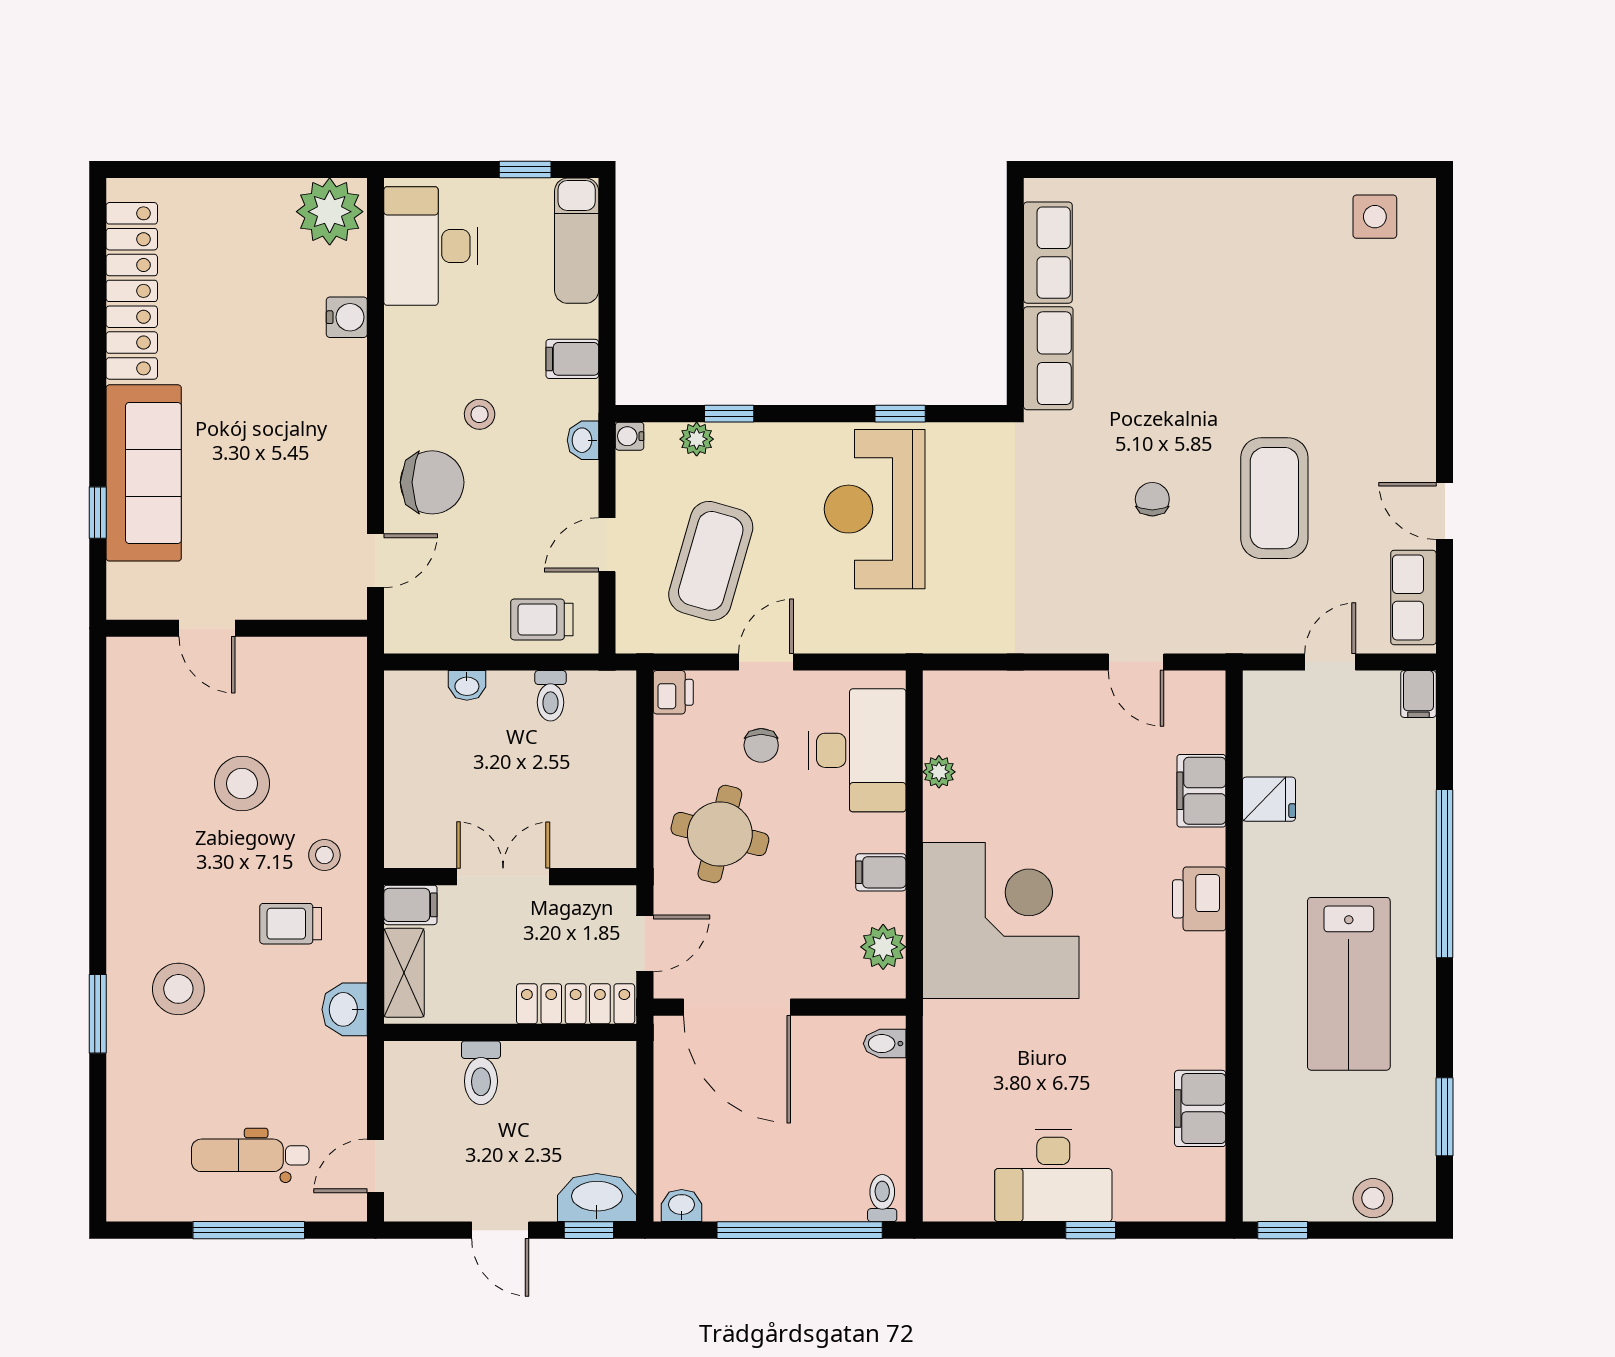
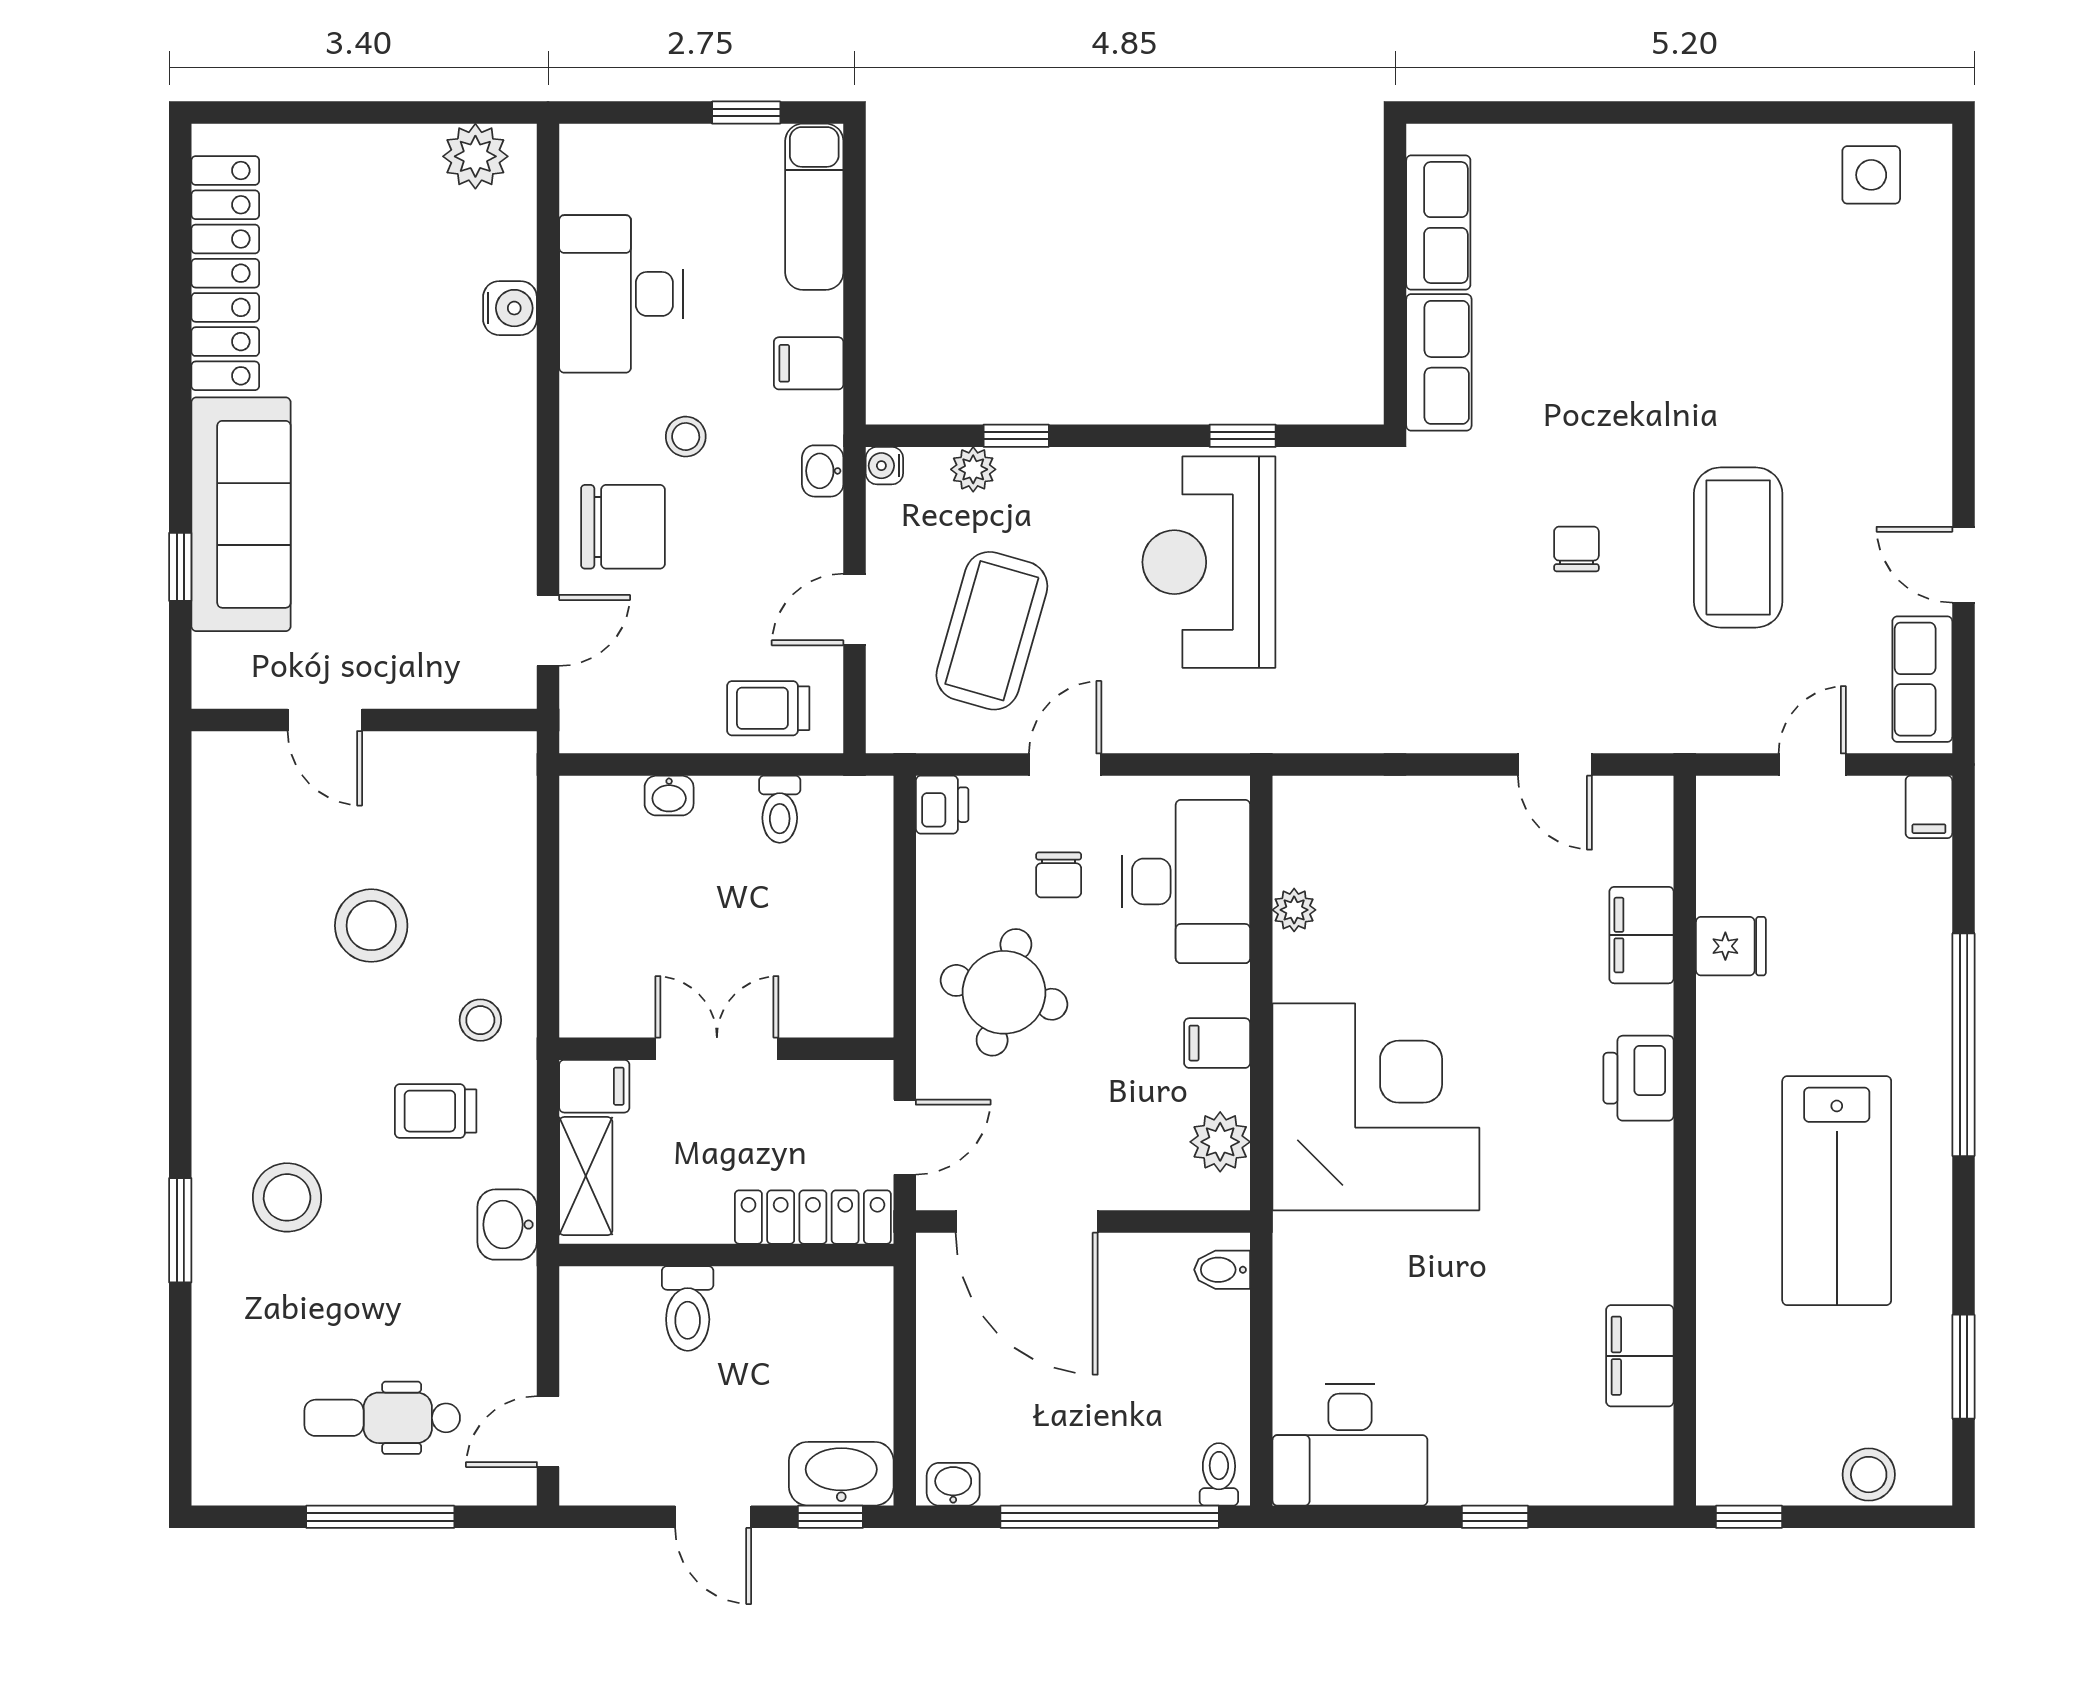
plant: (330, 212) -> (475, 156), width x0.73, depth x0.73
desk: (431, 246) -> (621, 294), moved
desk: (1053, 1176) -> (1350, 1445), moved

